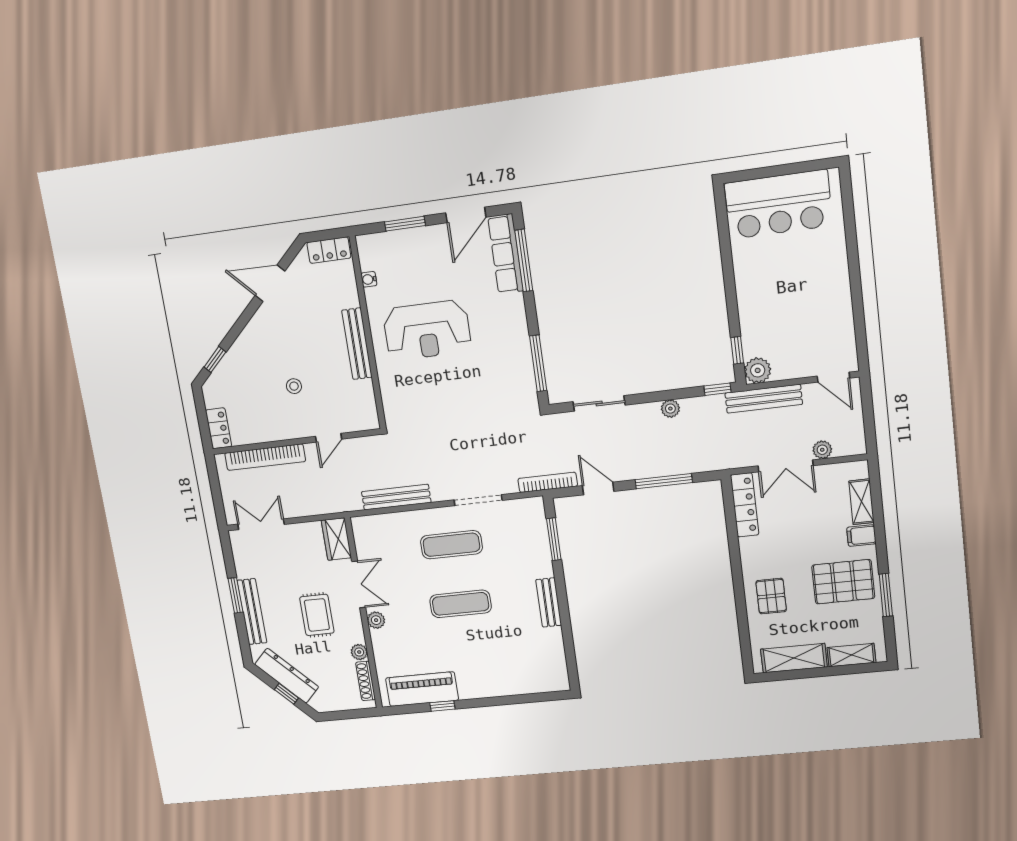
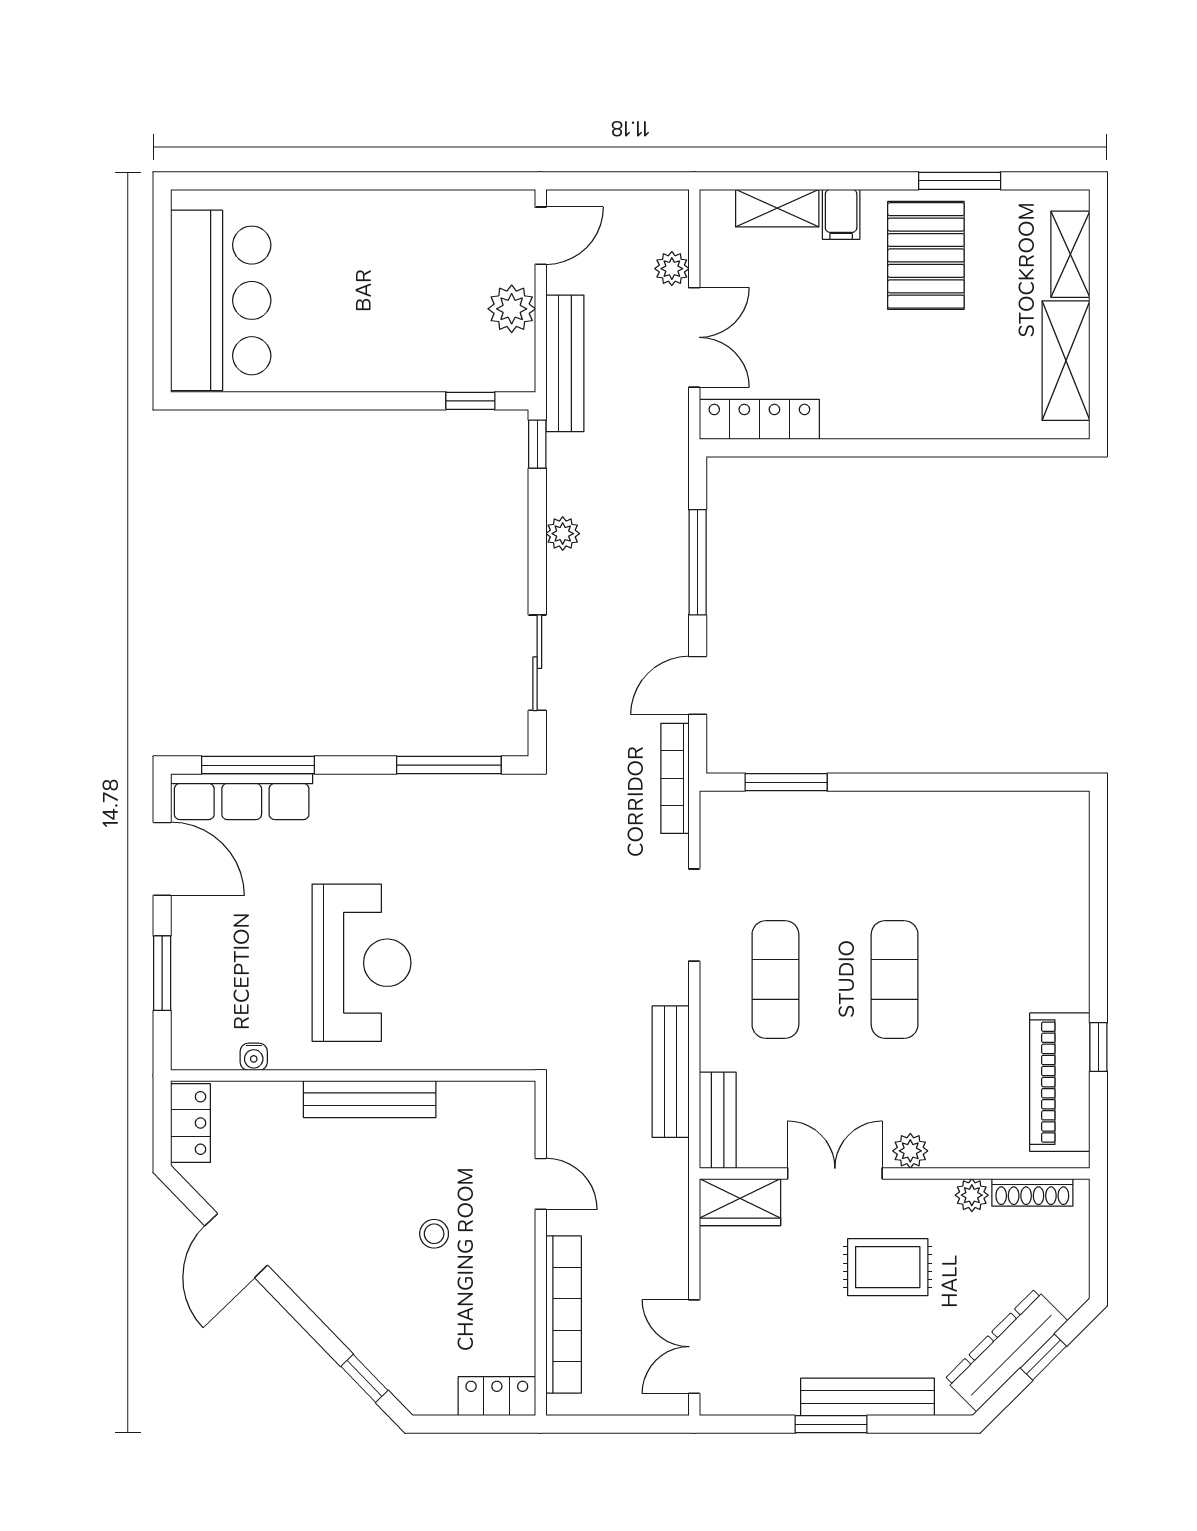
plant: (758, 370) -> (512, 309), moved
pallet: (771, 596) -> (940, 390), removed
bench: (549, 602) -> (718, 1120), moved, turned 90

